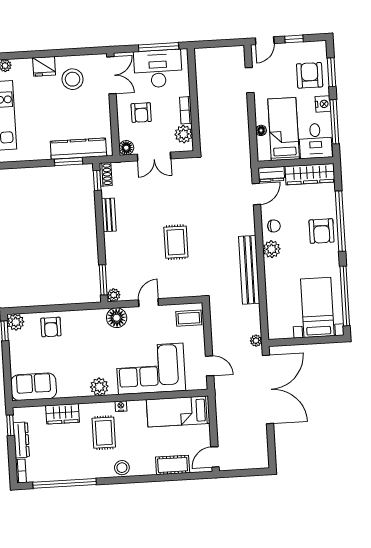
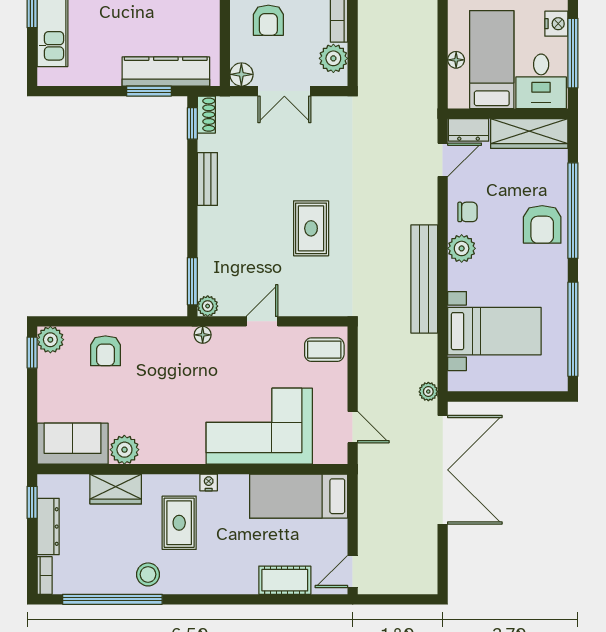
bed with nightstands: (317, 307) -> (494, 331), moved, turned 90
floor lamp: (117, 318) -> (203, 335), width x0.53, depth x0.53
plant: (99, 387) -> (124, 450), moved
stool: (122, 468) -> (148, 574), moved

